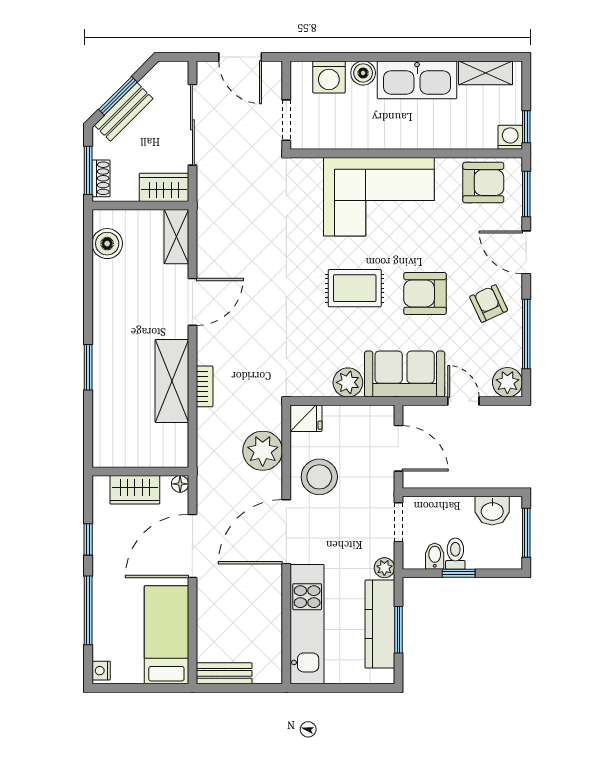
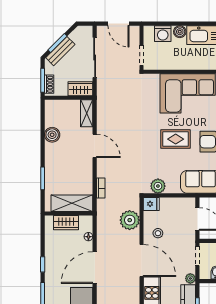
boiler: (107, 244) -> (52, 135), moved
door: (192, 302) -> (95, 146), hinge flipped
shelving: (172, 381) -> (72, 203), moved, turned 90
plant: (348, 382) -> (158, 186), moved
wall: (140, 471) -> (69, 214), moved
stool: (319, 477) -> (158, 233), width x0.53, depth x0.53
wardrobe: (135, 490) -> (66, 223), moved
door: (286, 532) -> (141, 261), swing flipped

